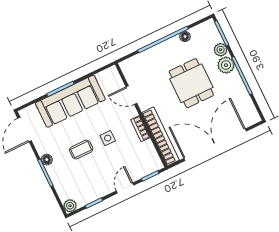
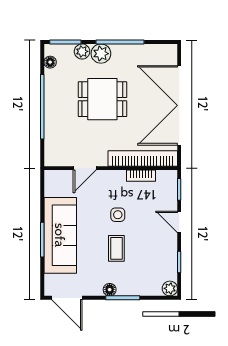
floor lamp: (185, 36) -> (50, 62), moved
bookcase: (140, 129) -> (141, 176), moved

